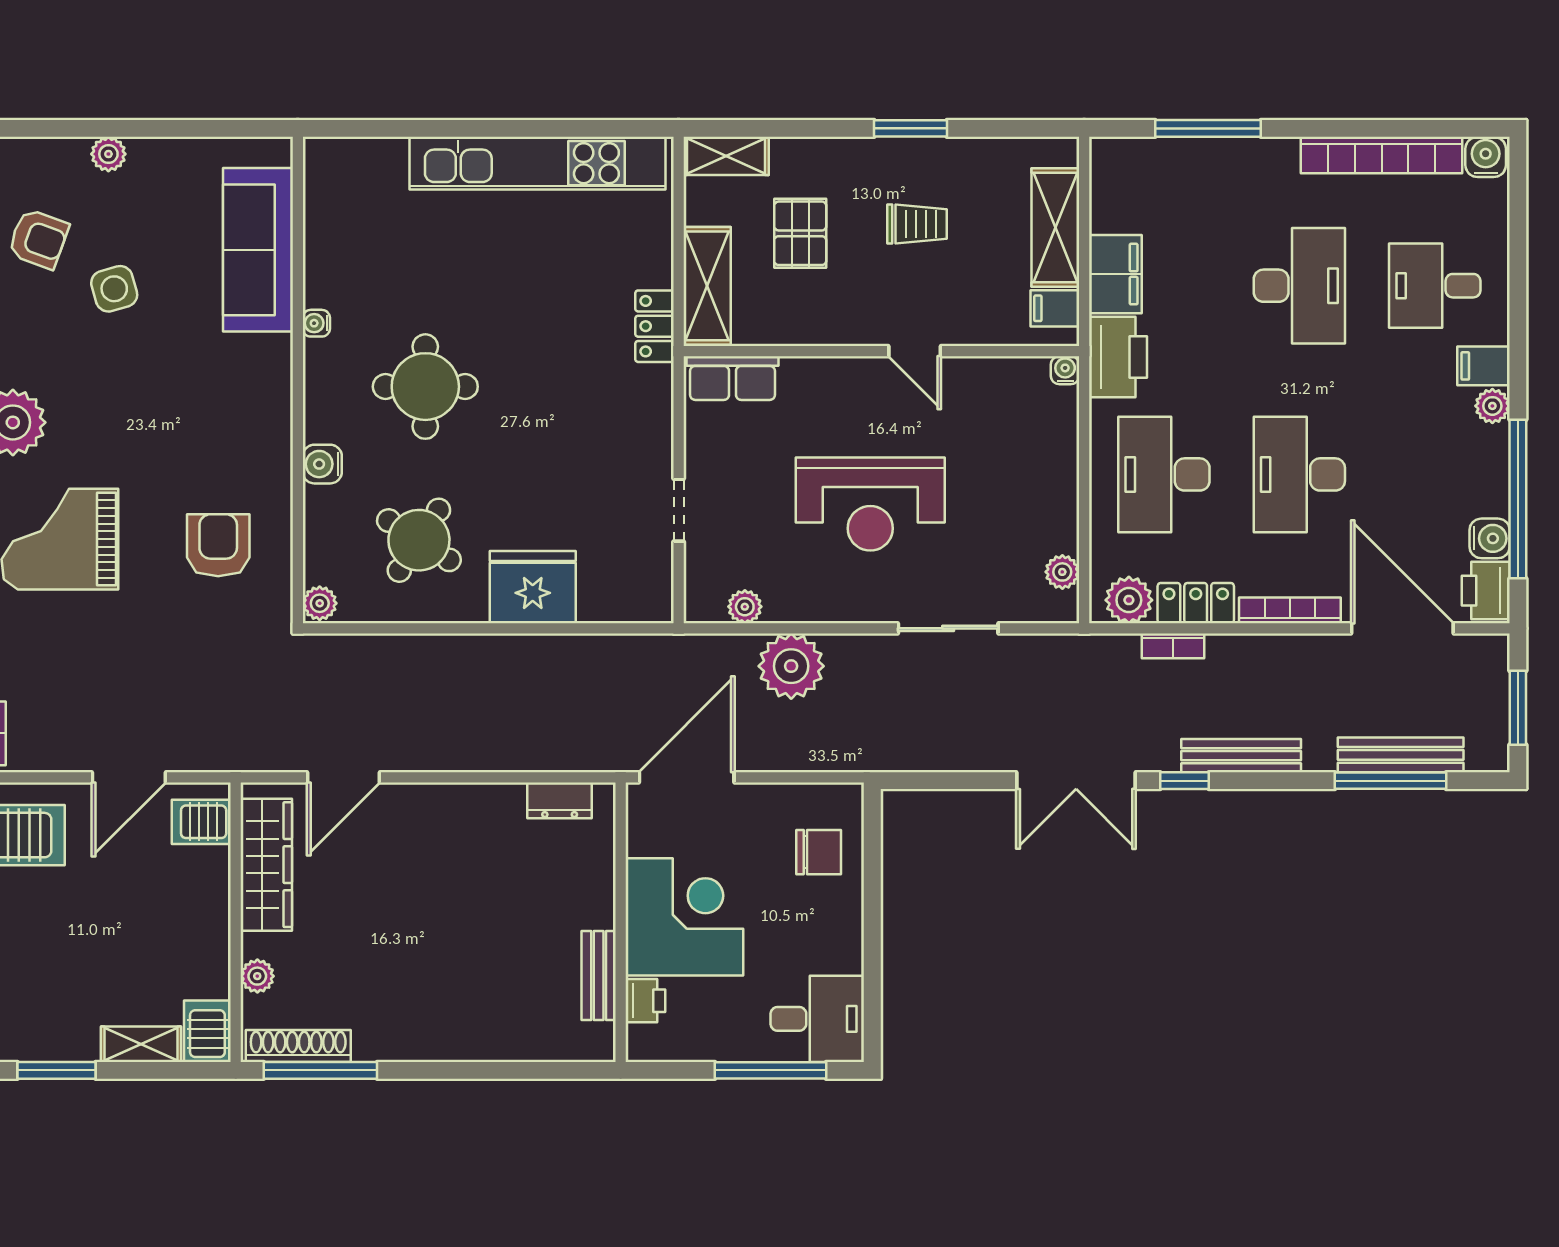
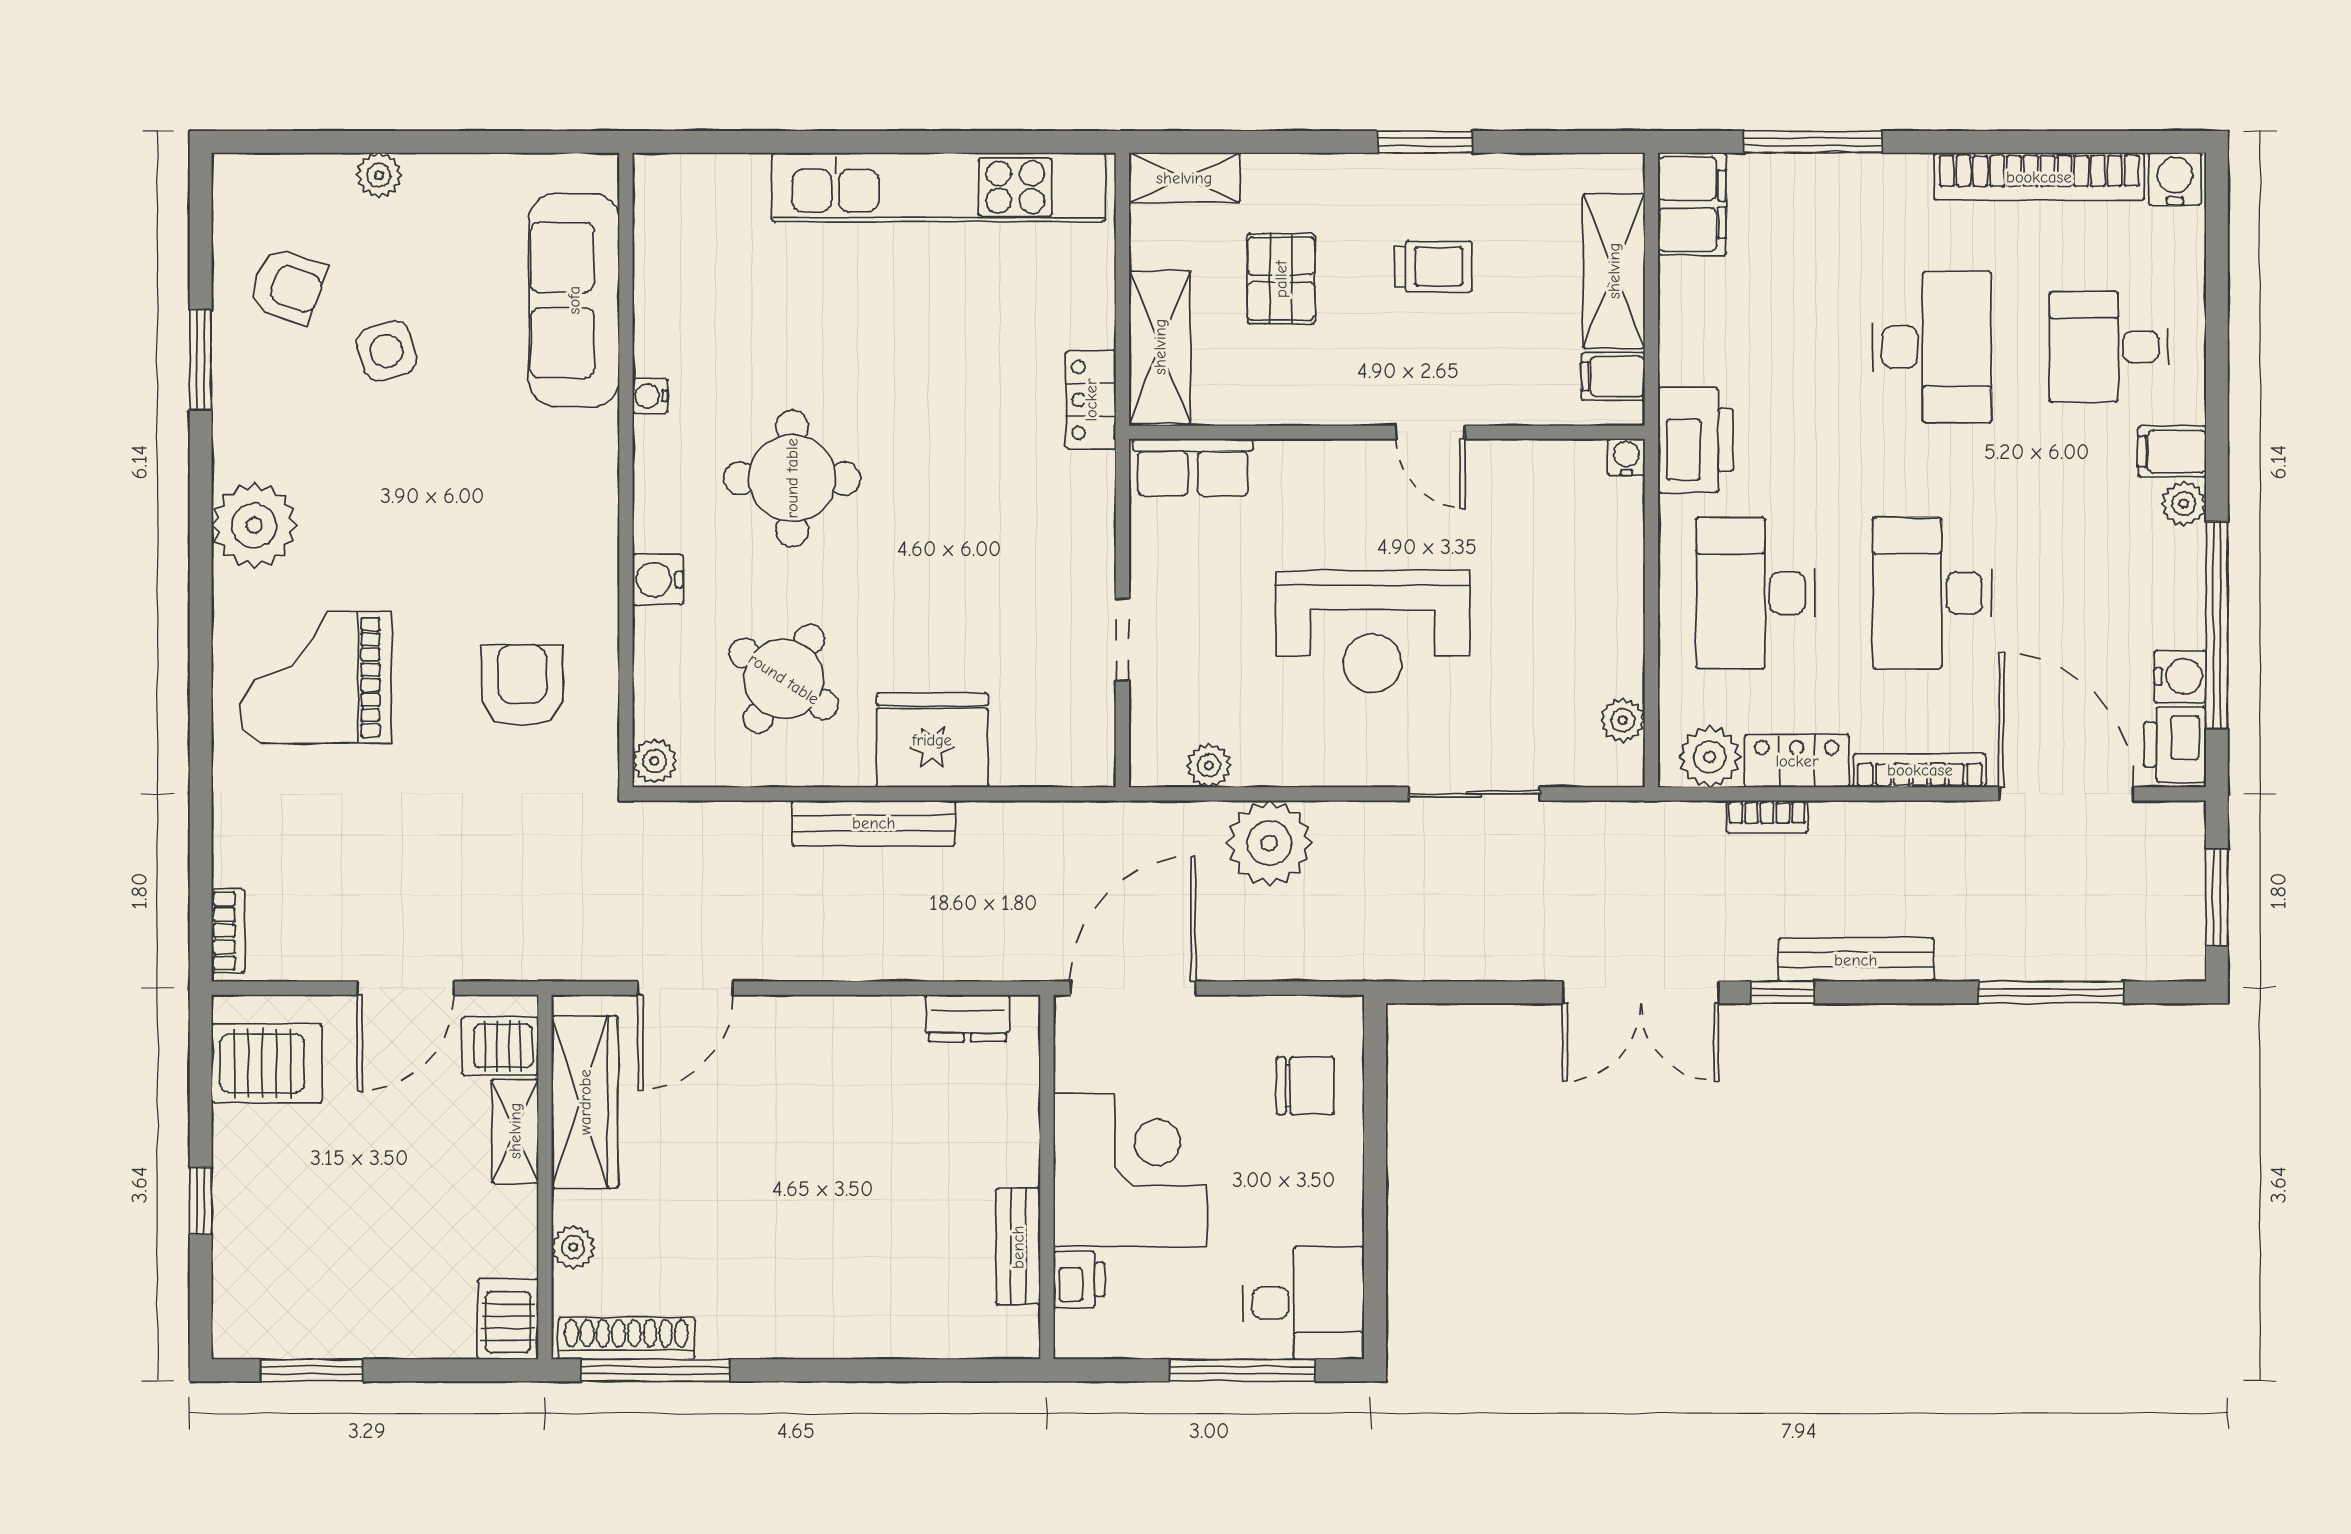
filing cabinet: (1115, 274) -> (1692, 204), moved
bench: (1401, 755) -> (874, 823), moved
shelving: (141, 1044) -> (515, 1131), moved, turned 90

